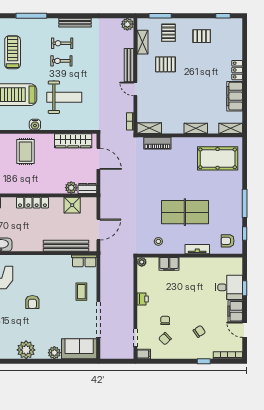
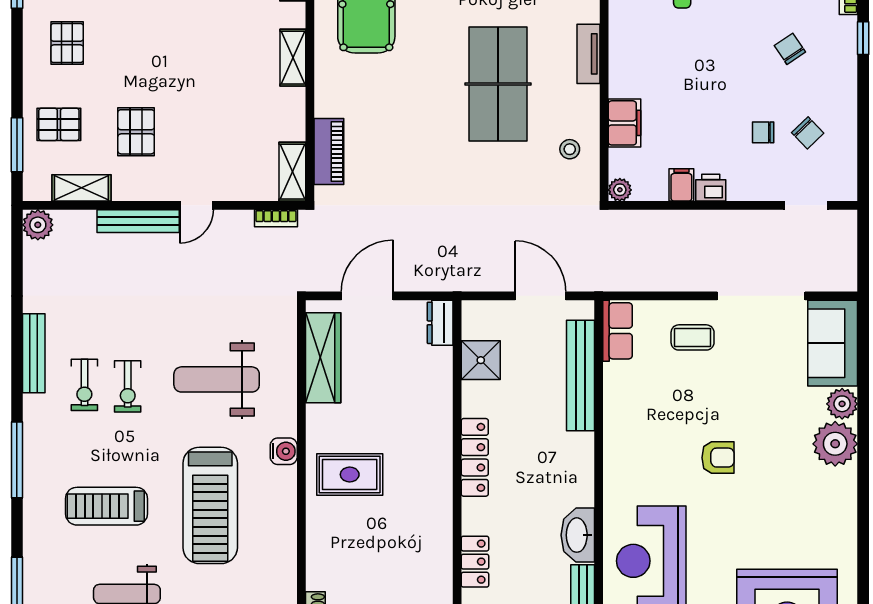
weight bench: (64, 97) -> (217, 379), turned -90
plant: (71, 188) -> (438, 362), removed
plant: (26, 350) -> (835, 444), moved
filing cabinet: (144, 354) -> (681, 185), moved

